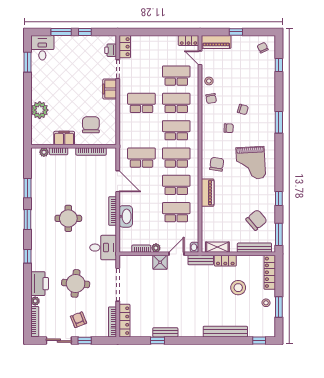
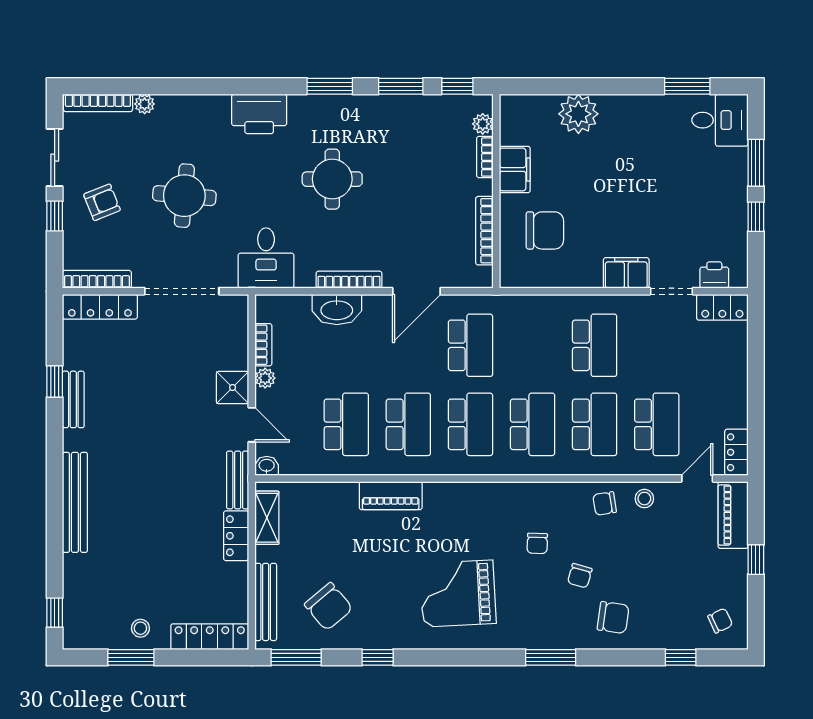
chair: (217, 164) -> (613, 618), moved
window: (27, 256) -> (457, 86), moved
printer: (40, 284) -> (259, 114), moved
stool: (238, 288) -> (175, 565), removed
bench: (225, 332) -> (75, 502), moved

